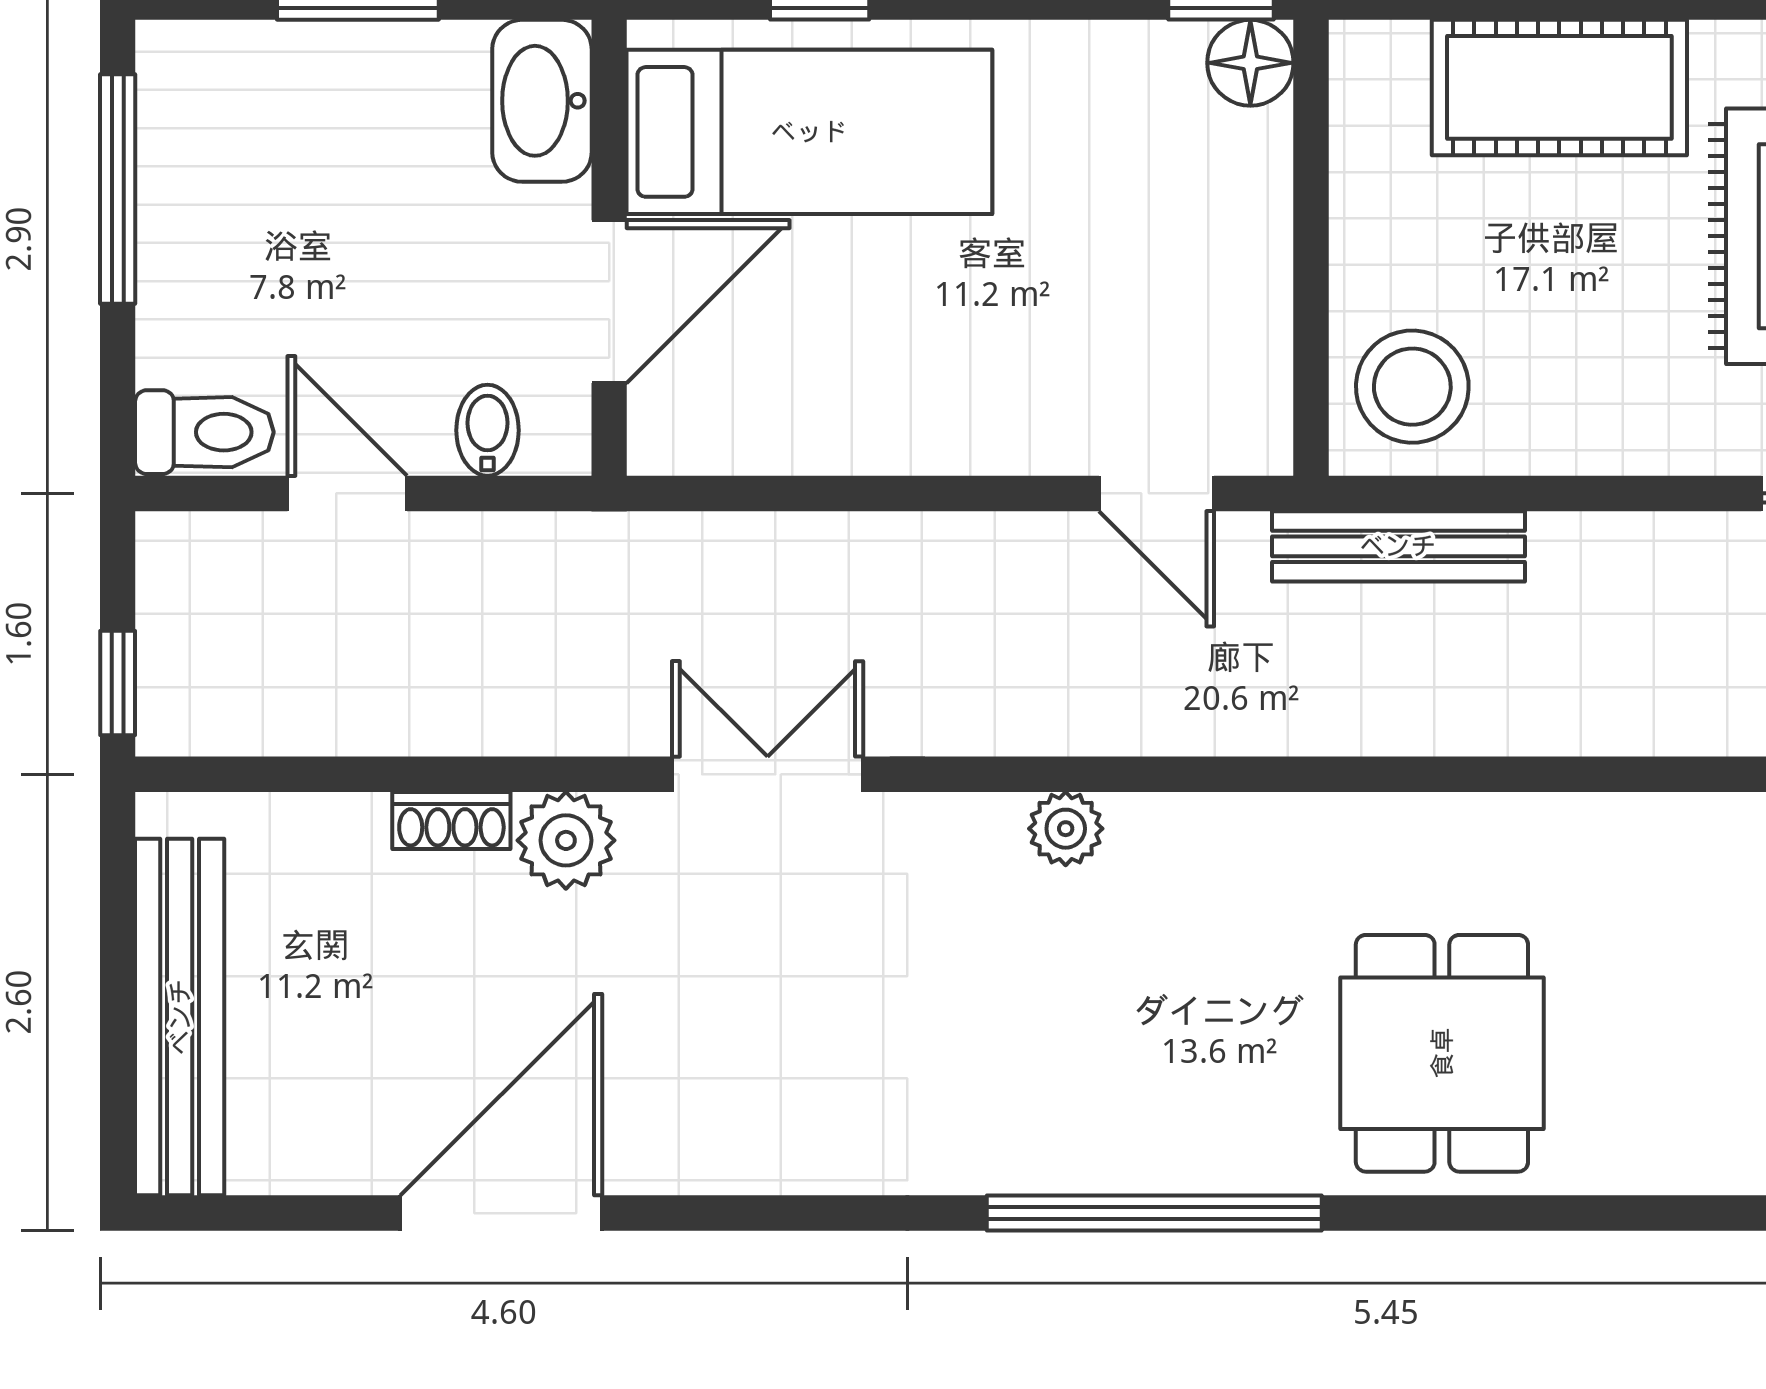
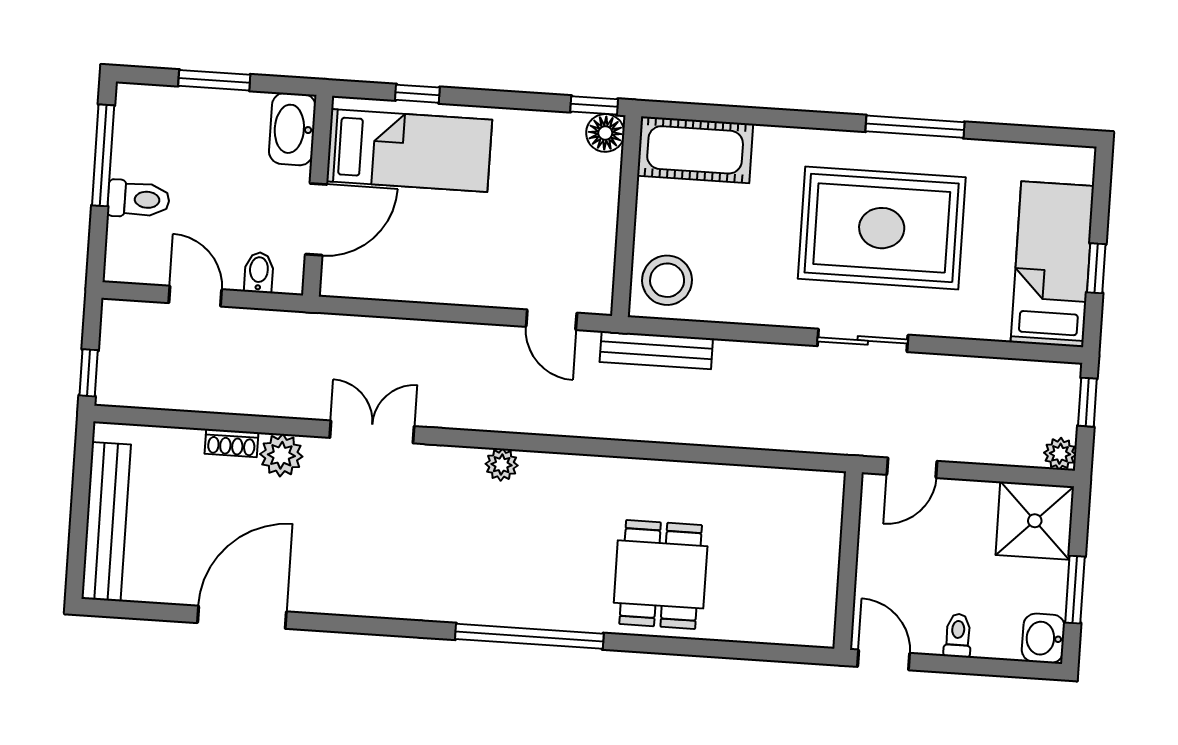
cot: (1559, 87) -> (695, 150), moved
toilet: (204, 432) -> (139, 199), moved

